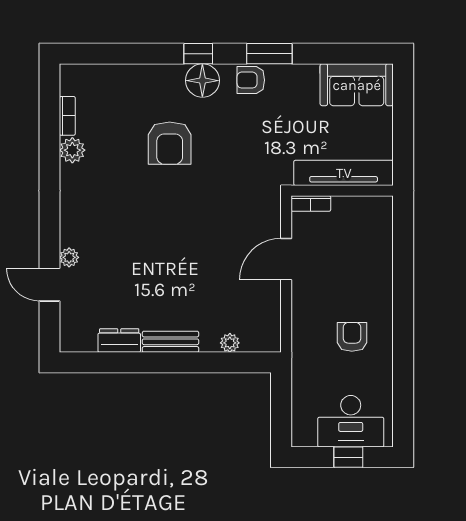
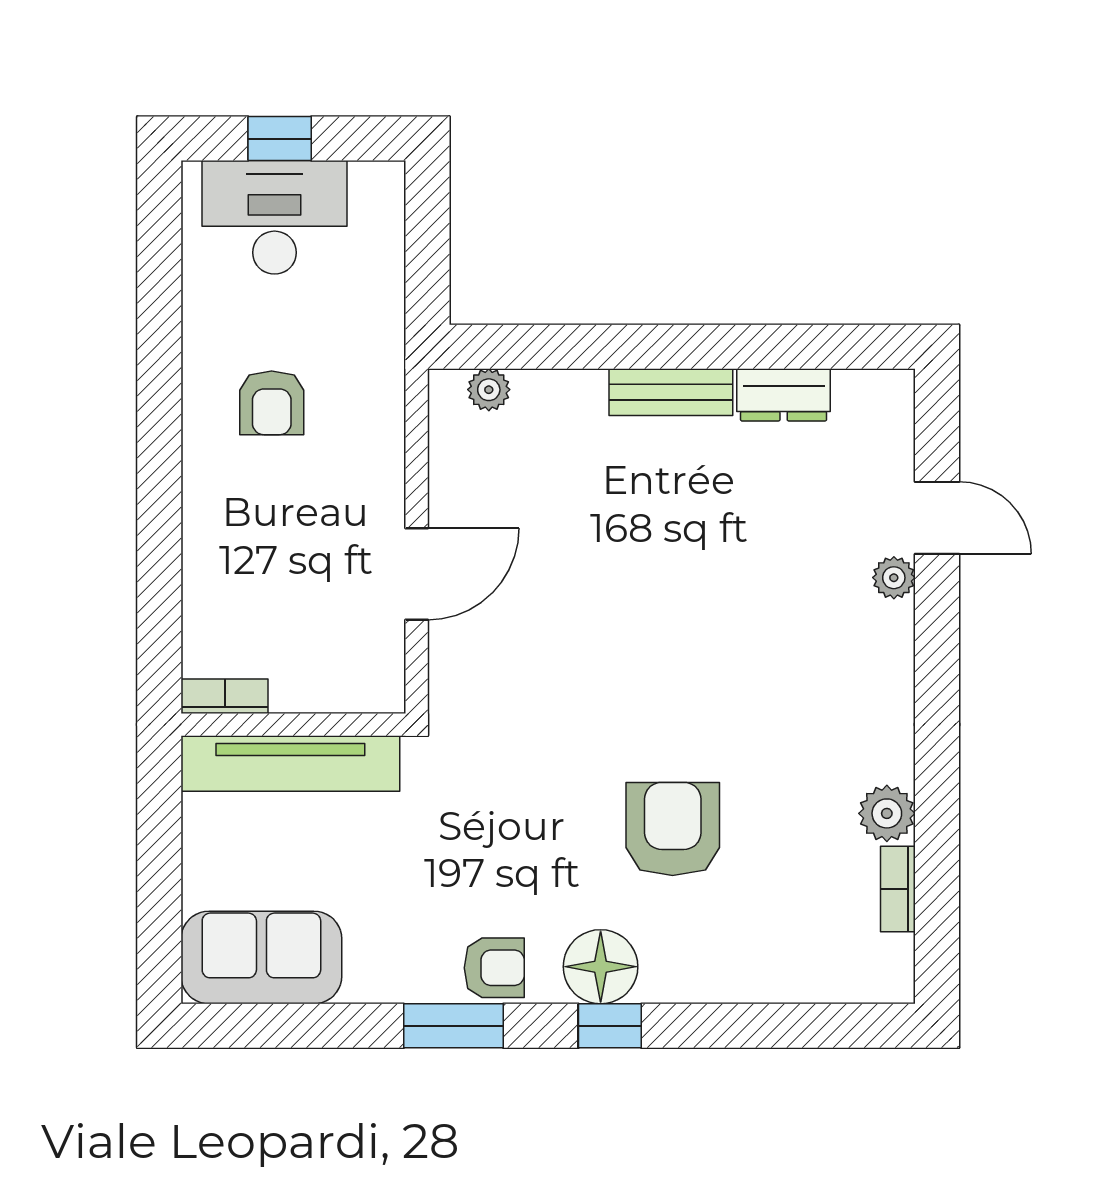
bookcase: (311, 203) -> (225, 696), moved
plant: (230, 343) -> (489, 390), moved

